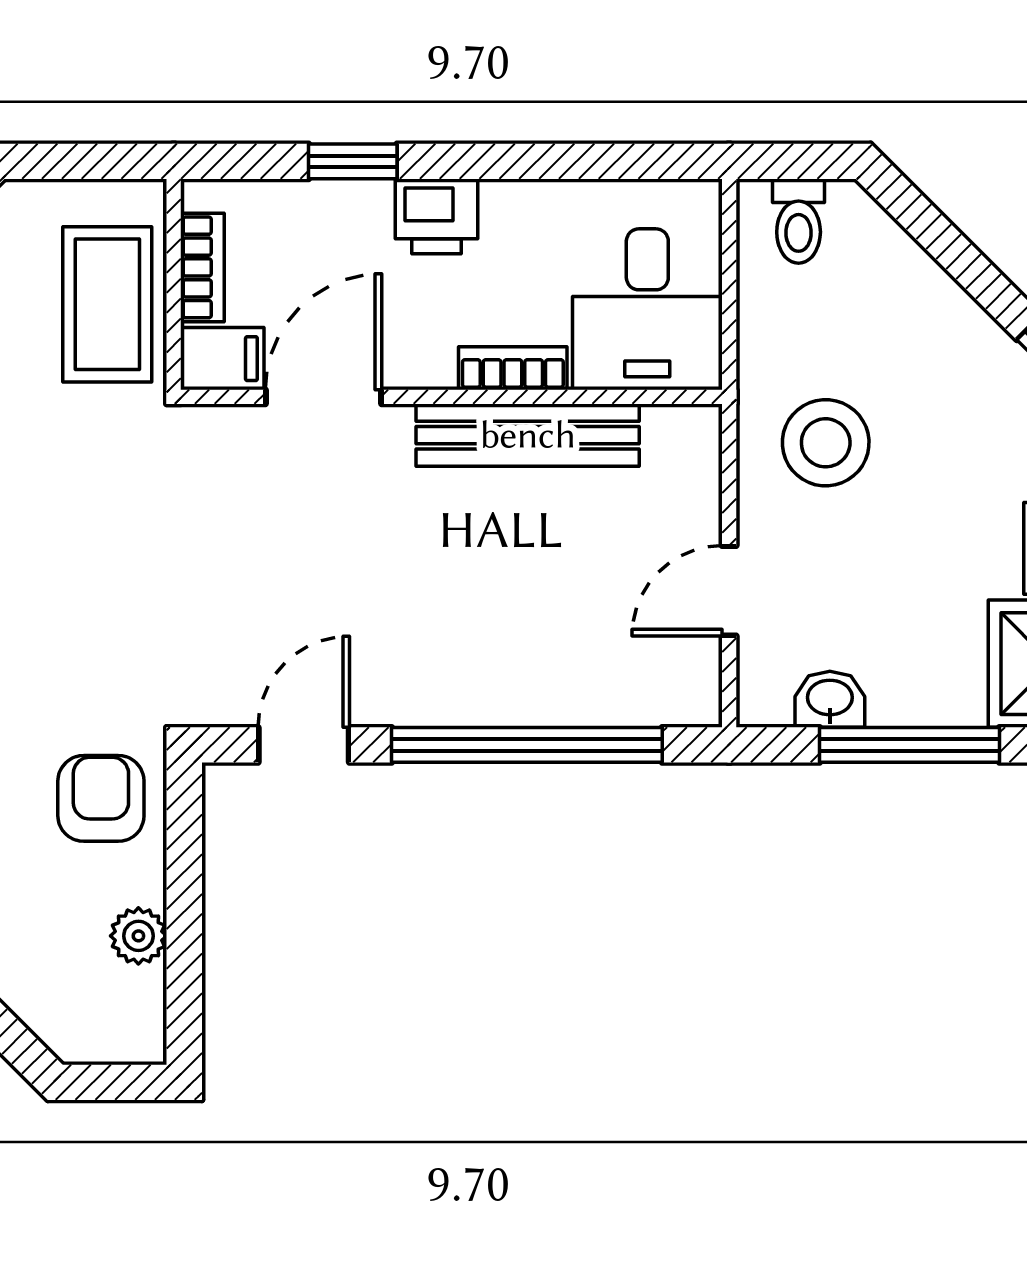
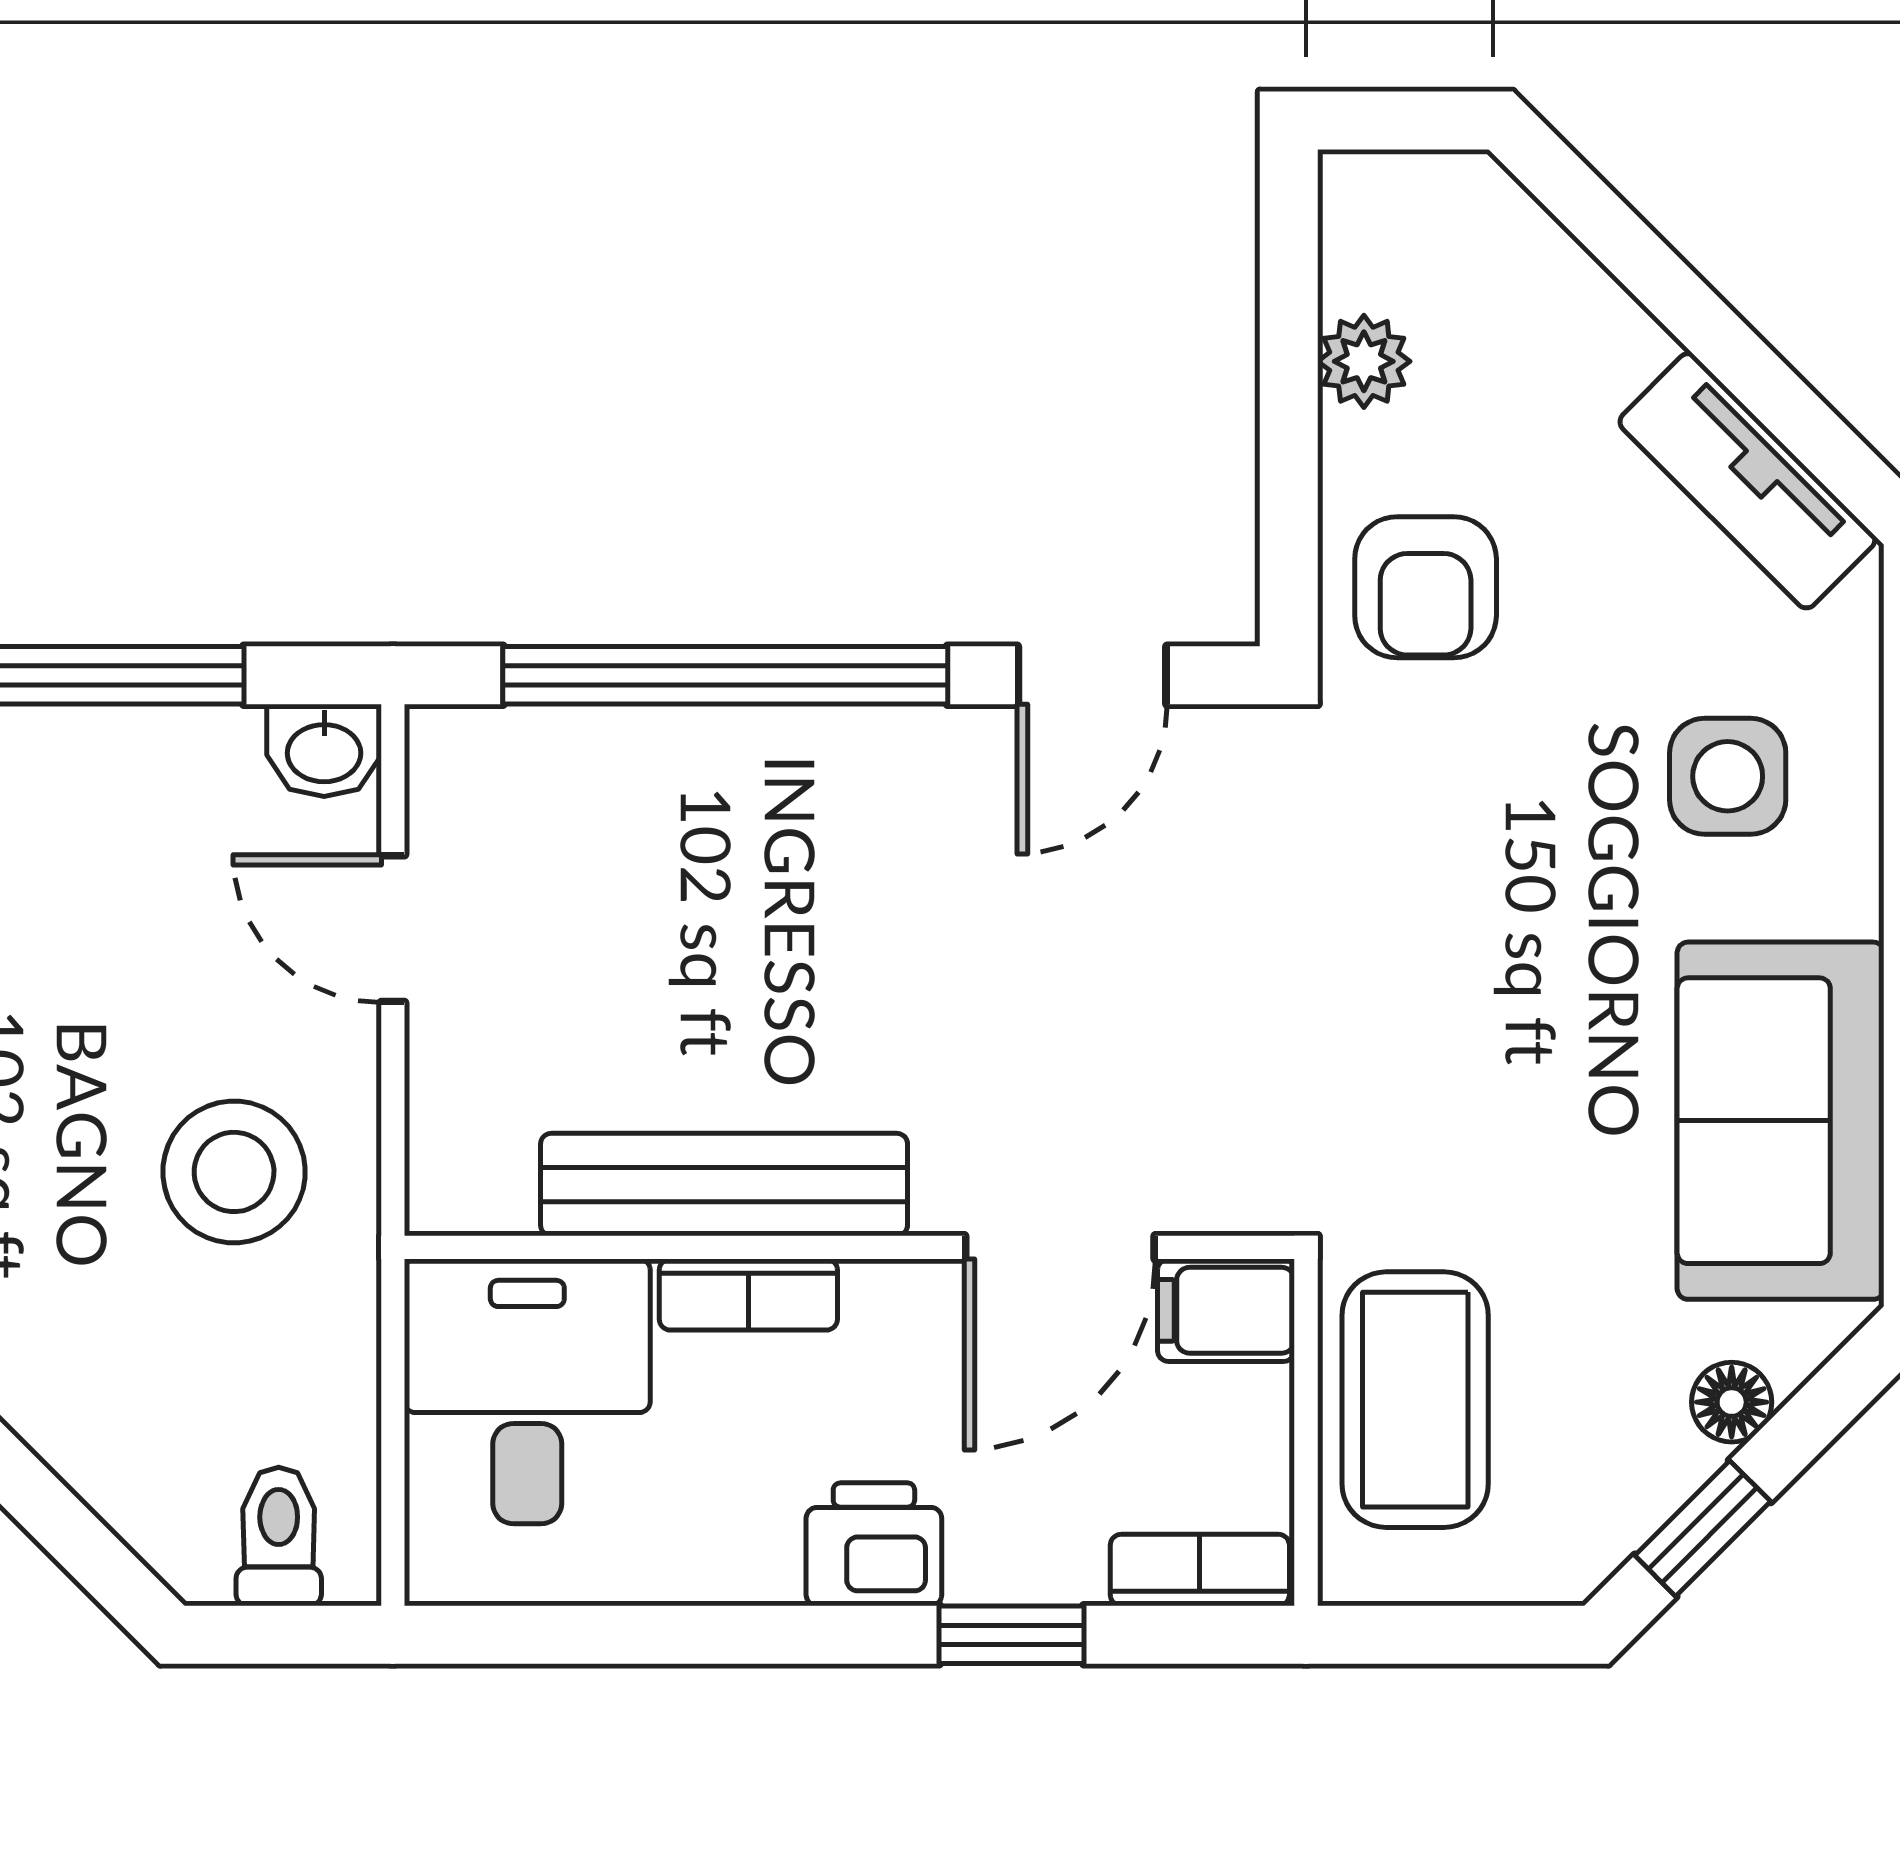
bookcase: (202, 267) -> (1200, 1570), moved, turned 90
door: (729, 591) -> (393, 929), swing flipped
washbasin: (830, 699) -> (324, 750), moved

